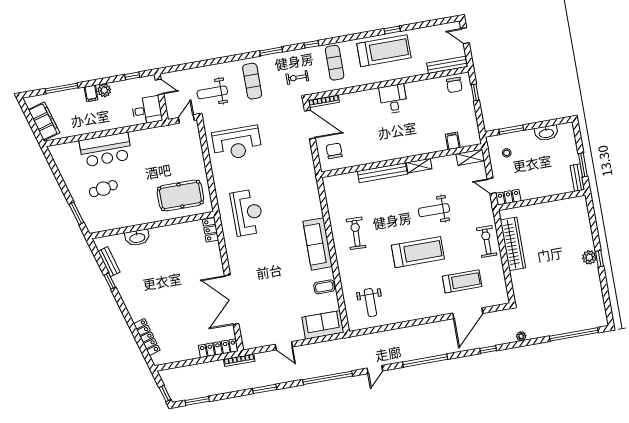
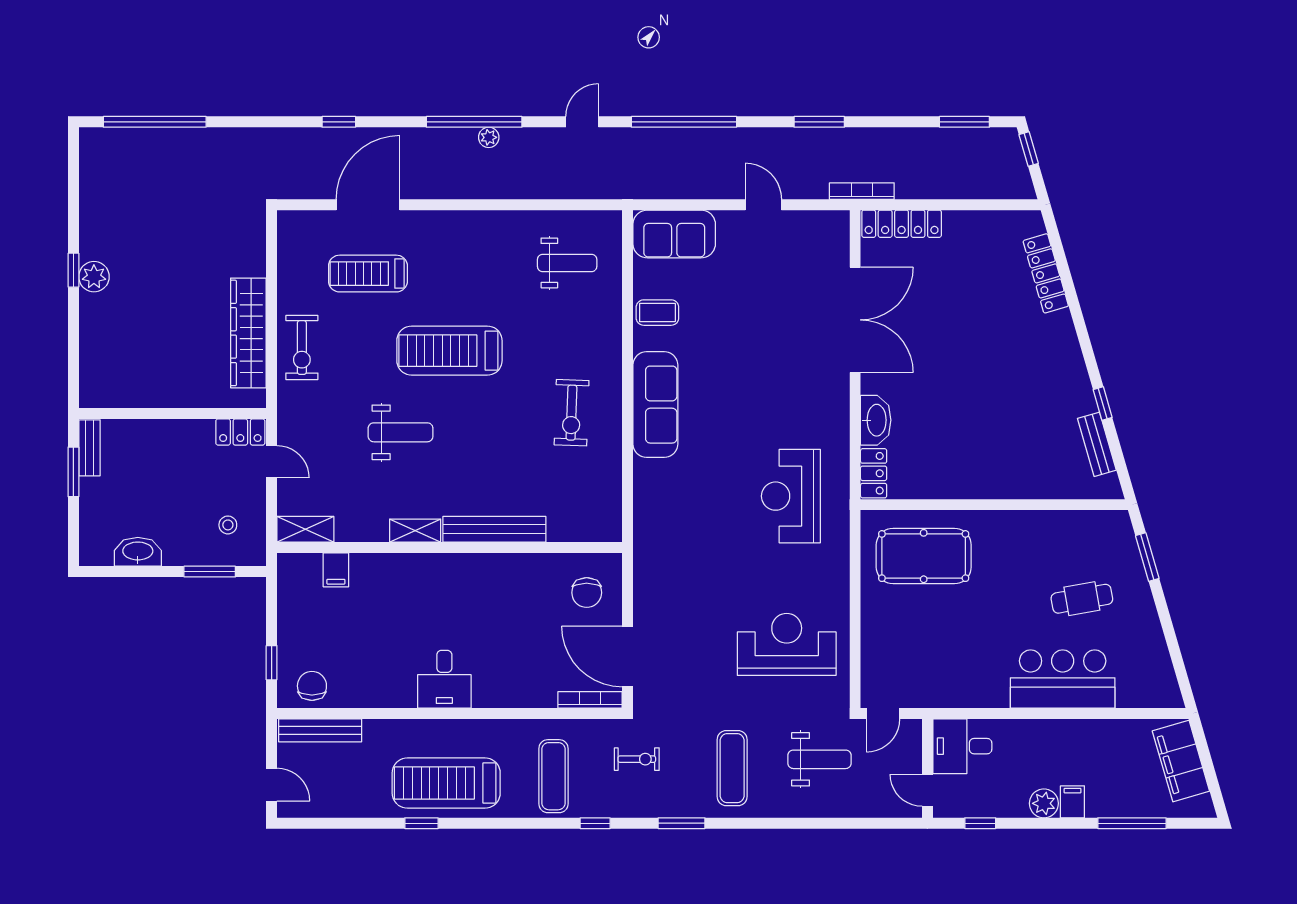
washbasin: (137, 238) -> (876, 420), moved, turned 90
weight bench: (370, 303) -> (567, 263), turned 90
plant: (521, 336) -> (489, 137), moved

